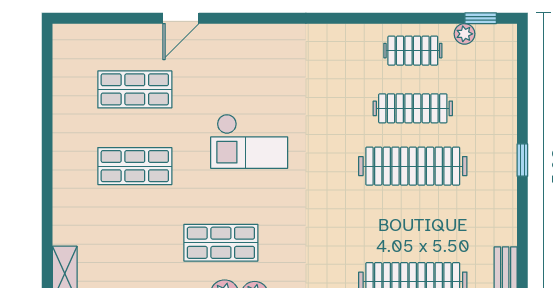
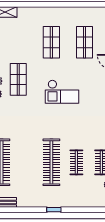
clothes rail: (413, 108) -> (76, 162), width x0.73
checkout: (249, 141) -> (62, 92), turned -90

